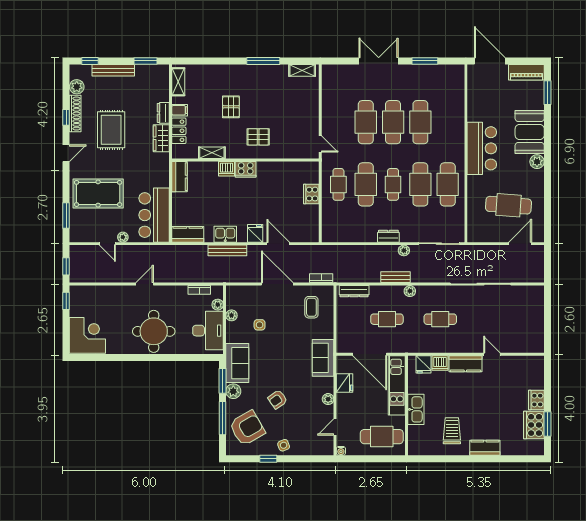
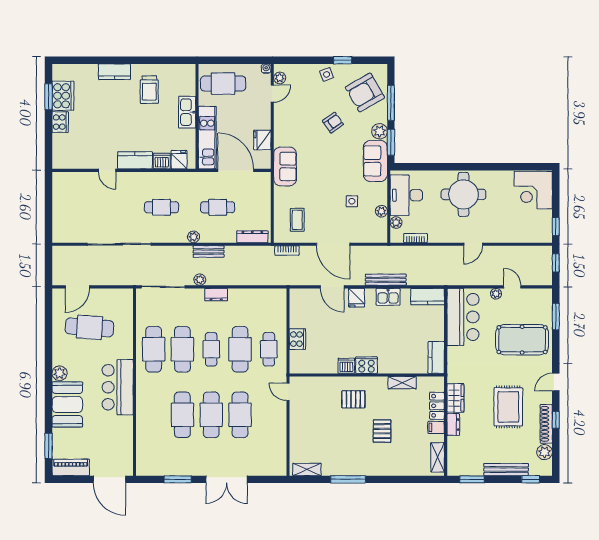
dishwasher: (227, 169) -> (346, 366), moved
plant: (328, 399) -> (280, 78), moved

